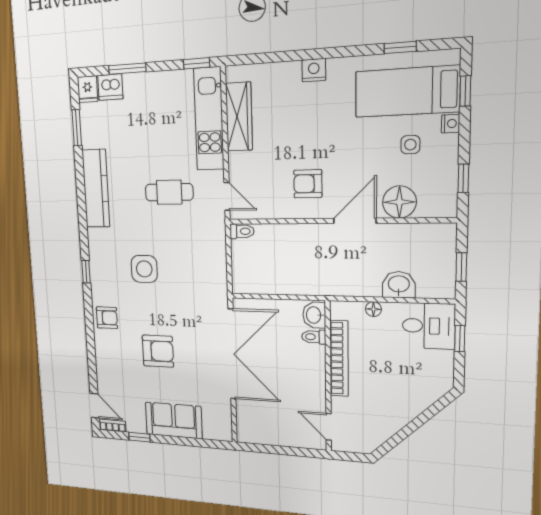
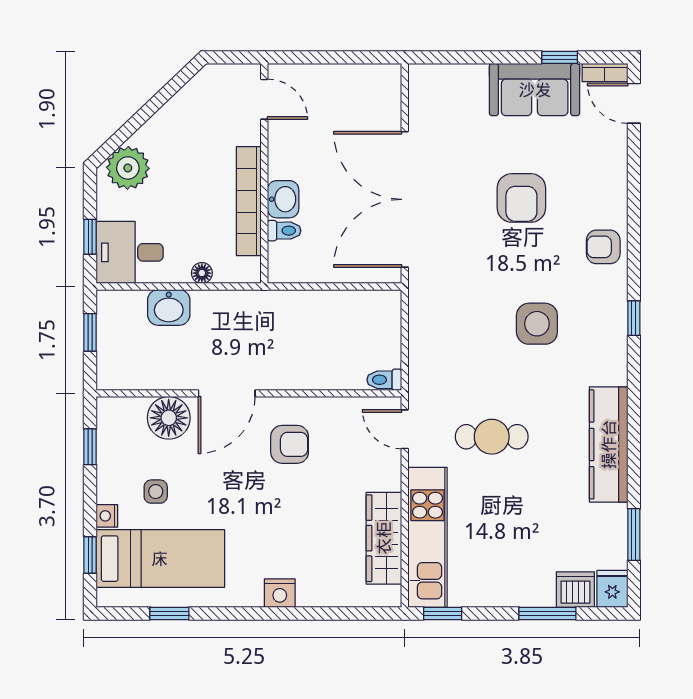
washbasin: (314, 315) -> (283, 199), moved
armchair: (158, 351) -> (521, 198), turned -90
plant: (429, 387) -> (128, 168), added
sofa: (174, 420) -> (535, 90), moved

